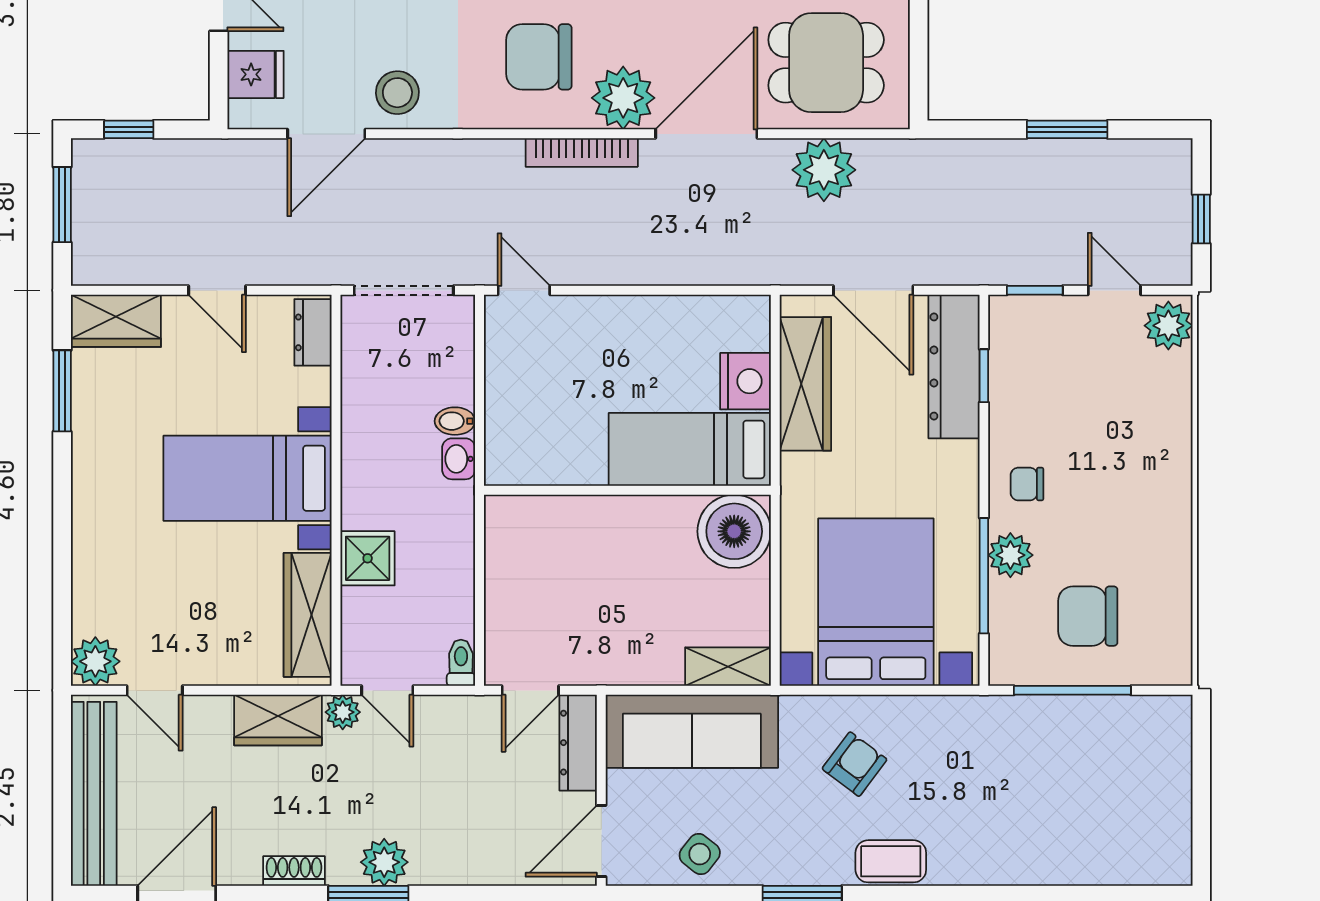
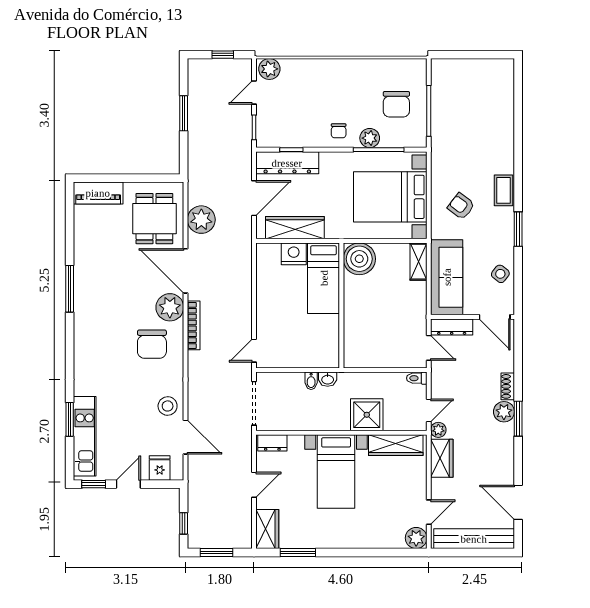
shower: (368, 558) -> (367, 415), width x1.36, depth x1.36
shoe rack: (294, 871) -> (508, 386), moved

